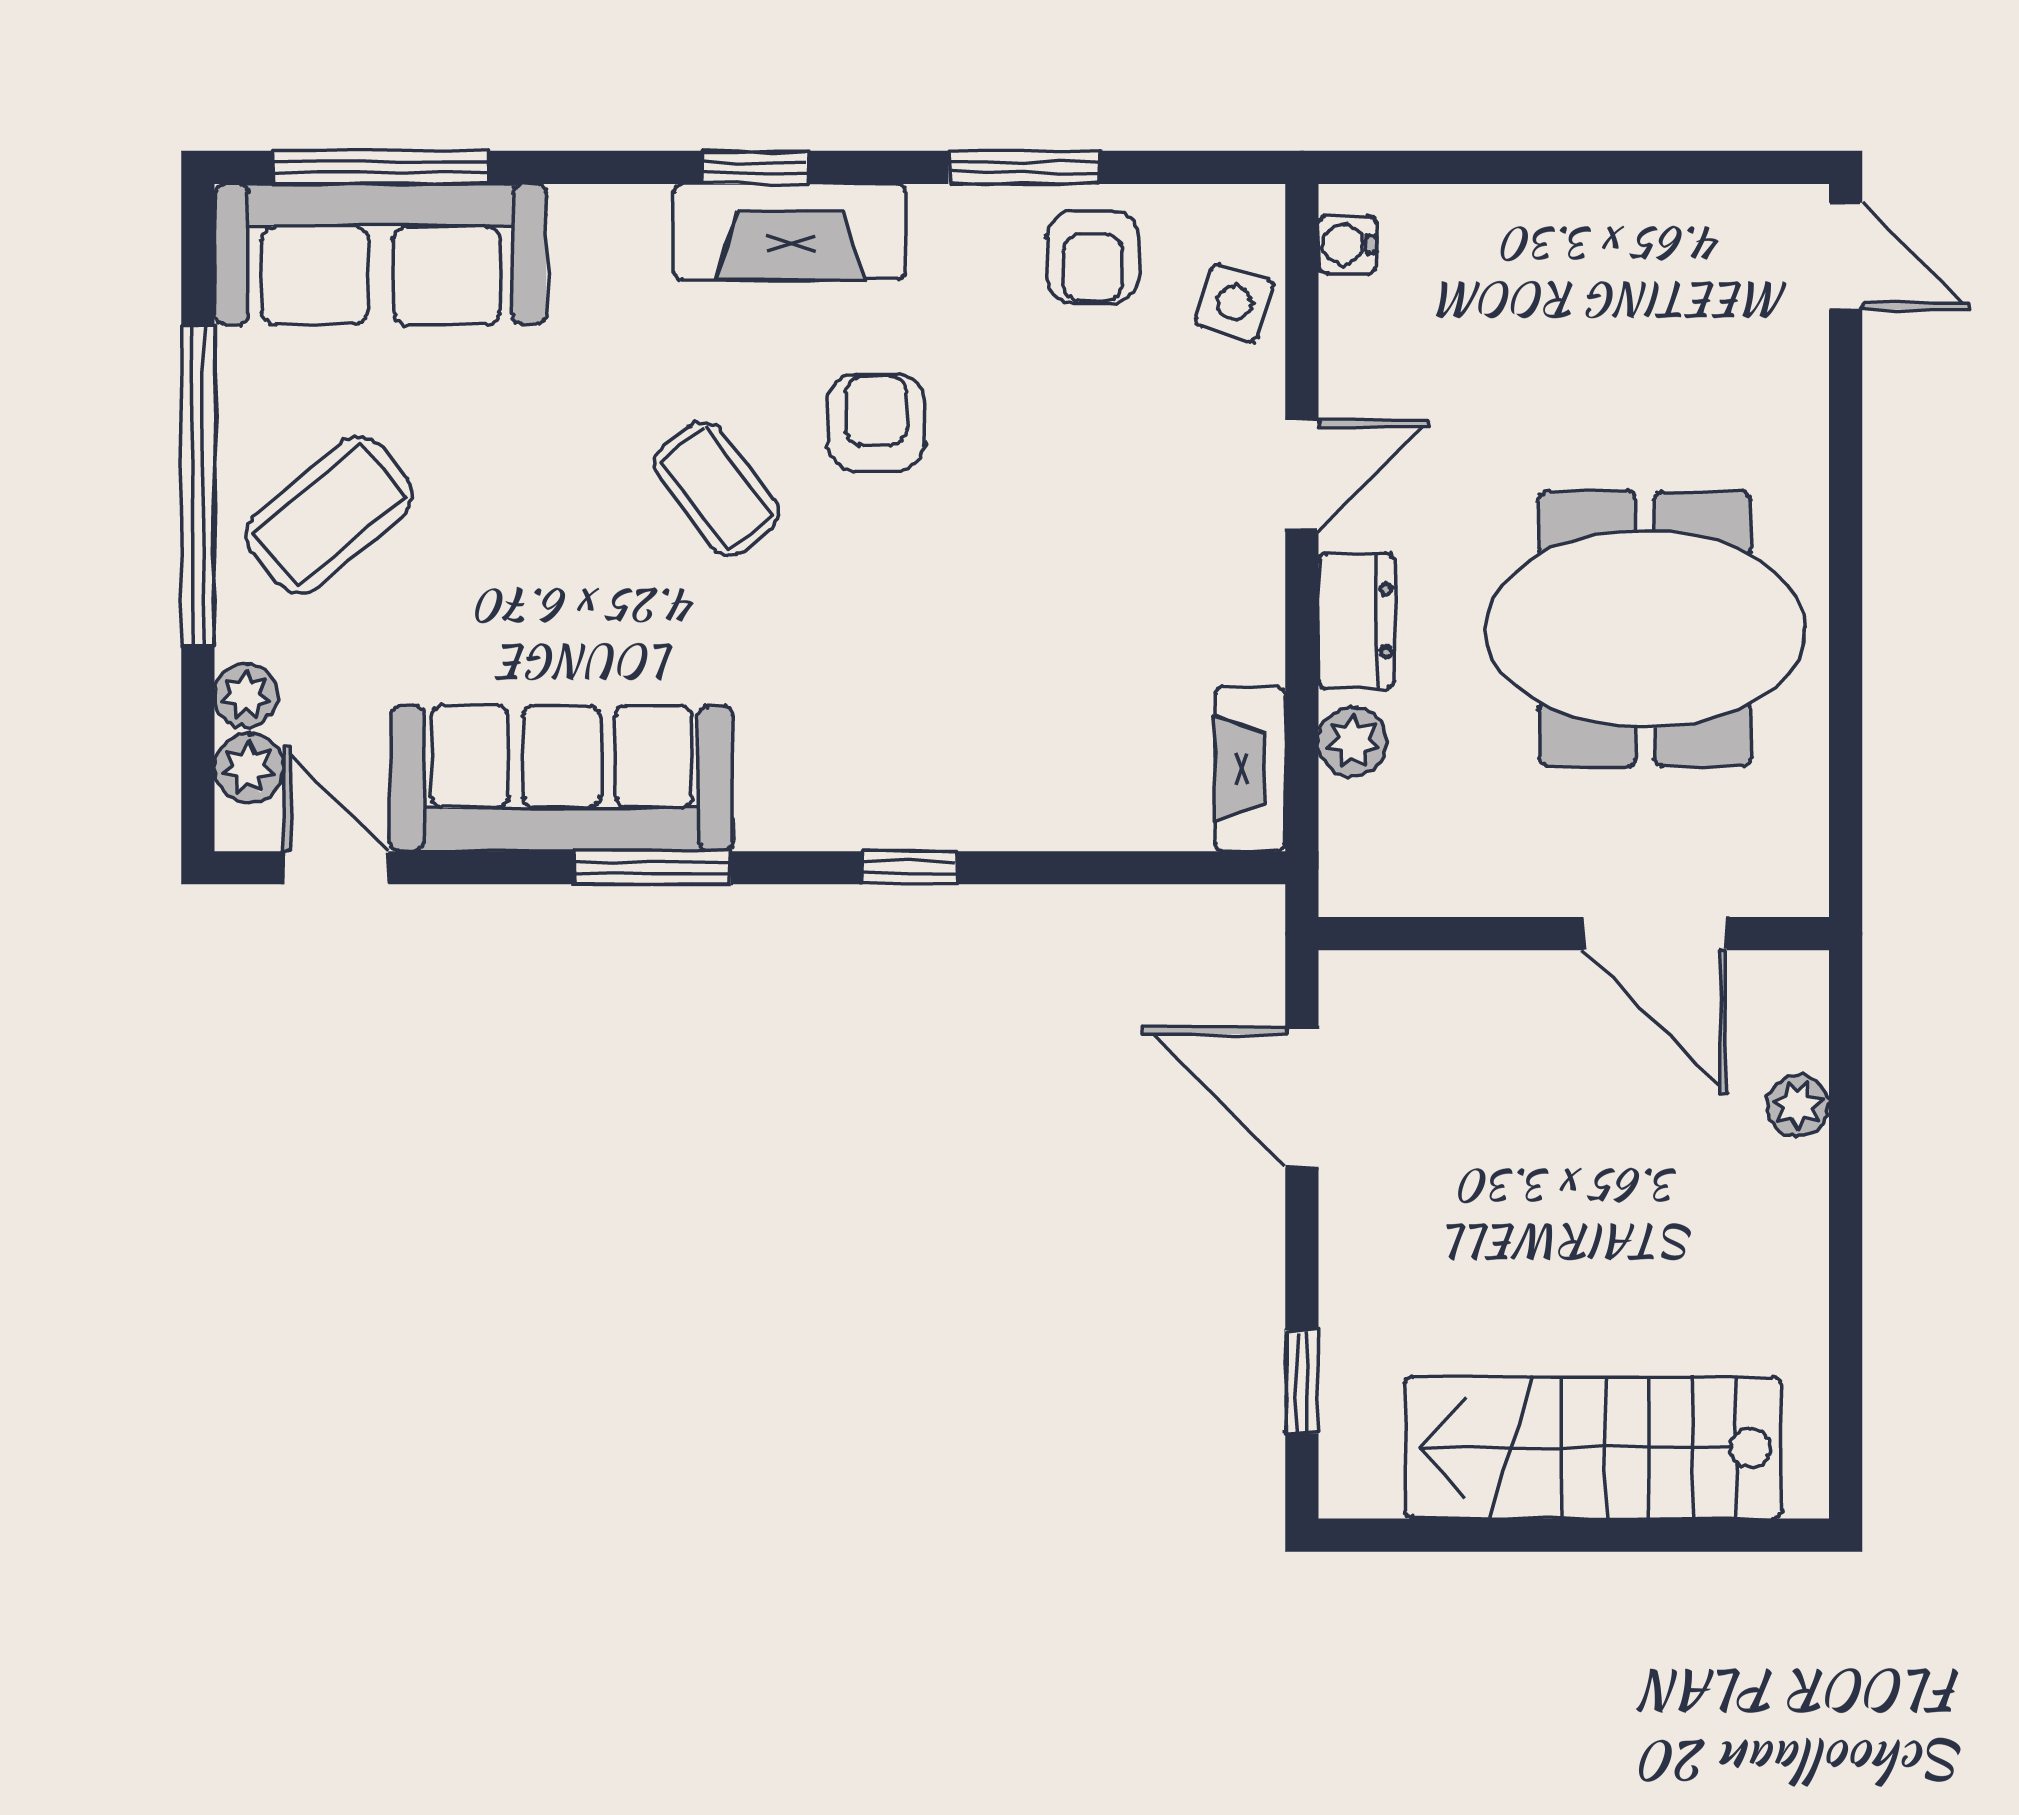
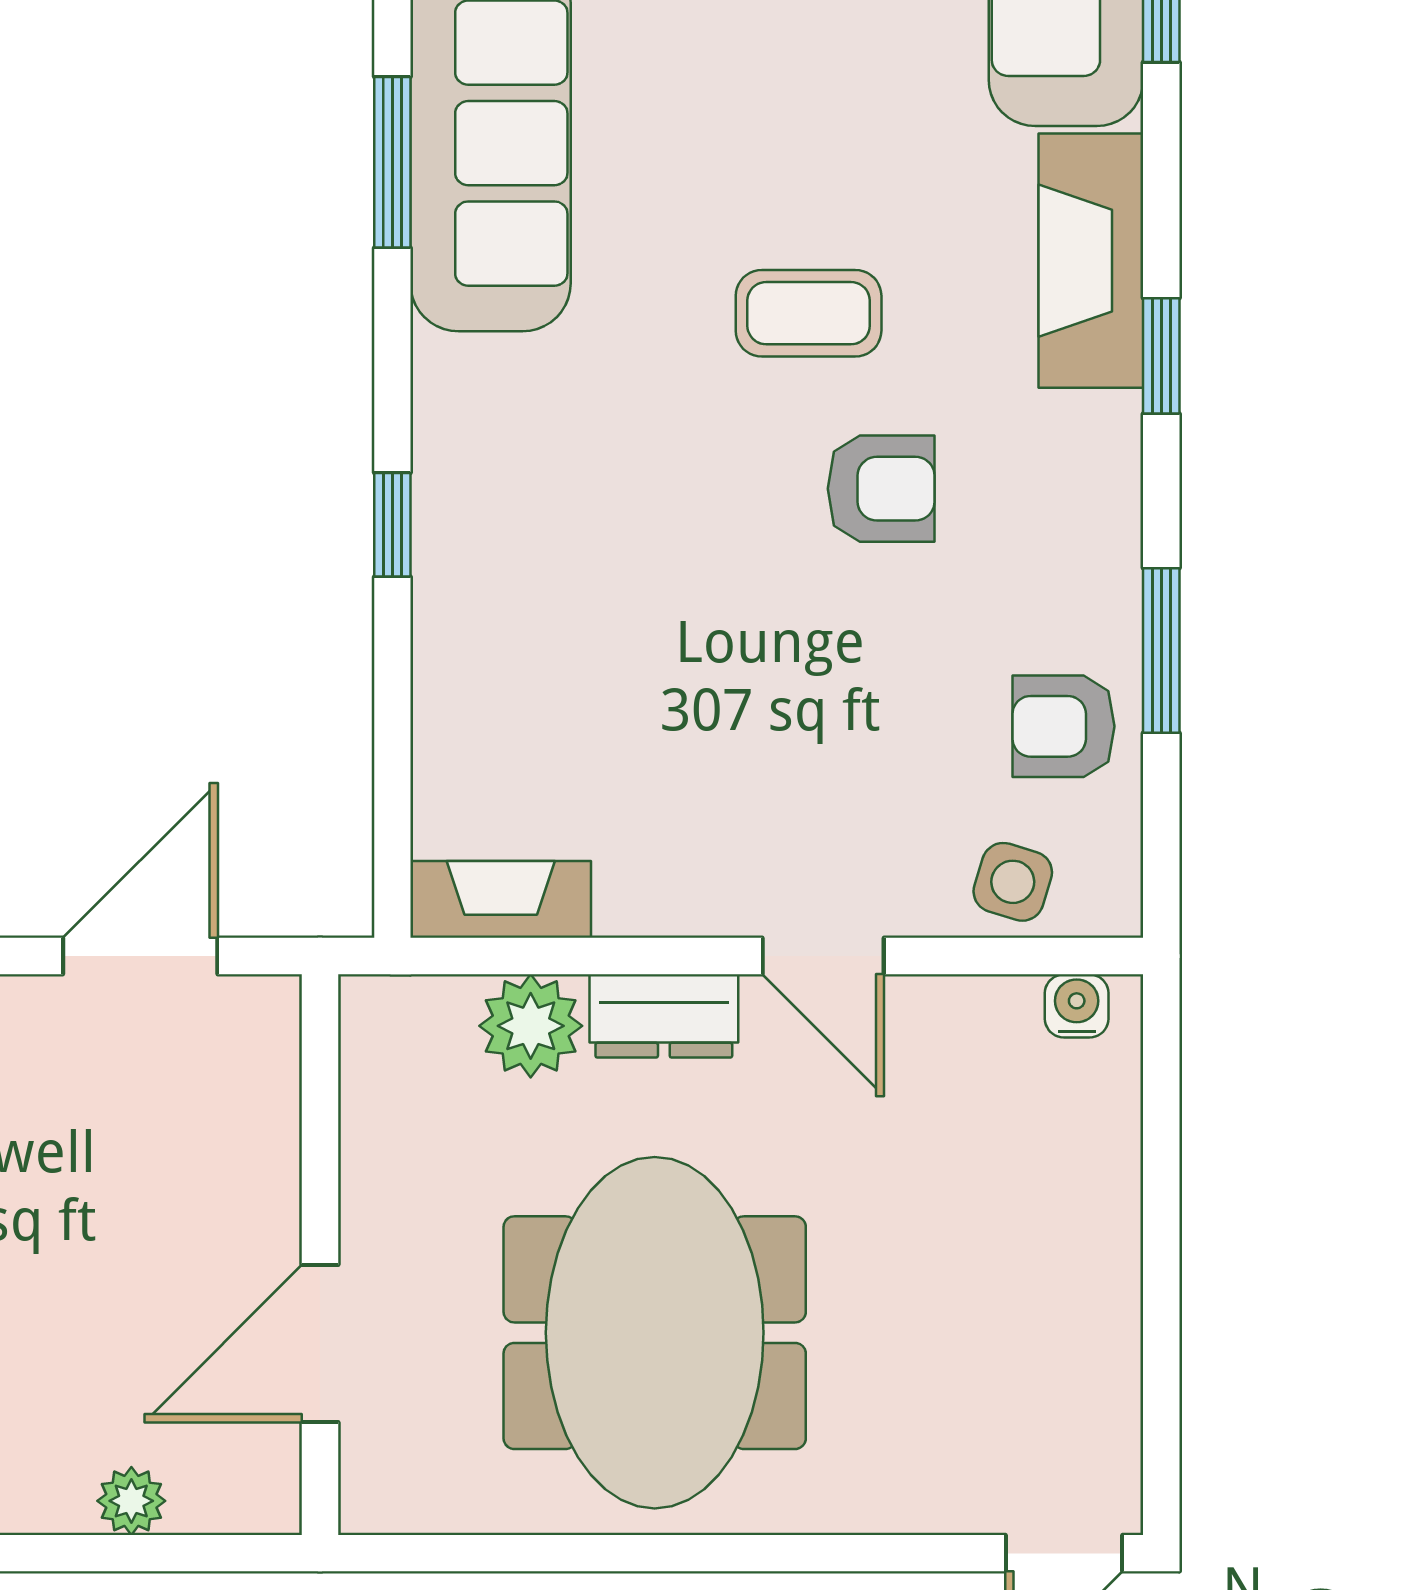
fireplace: (790, 232) -> (1091, 261), moved
coffee table: (716, 489) -> (809, 313), turned 38
plant: (1353, 742) -> (531, 1026), width x1.38, depth x1.38
window: (653, 868) -> (392, 162), moved

